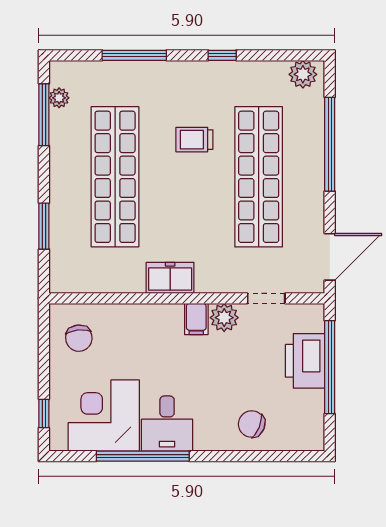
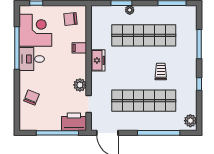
plant: (59, 98) -> (130, 10), moved
filing cabinet: (196, 319) -> (79, 48), moved
printer: (305, 361) -> (74, 122), moved

